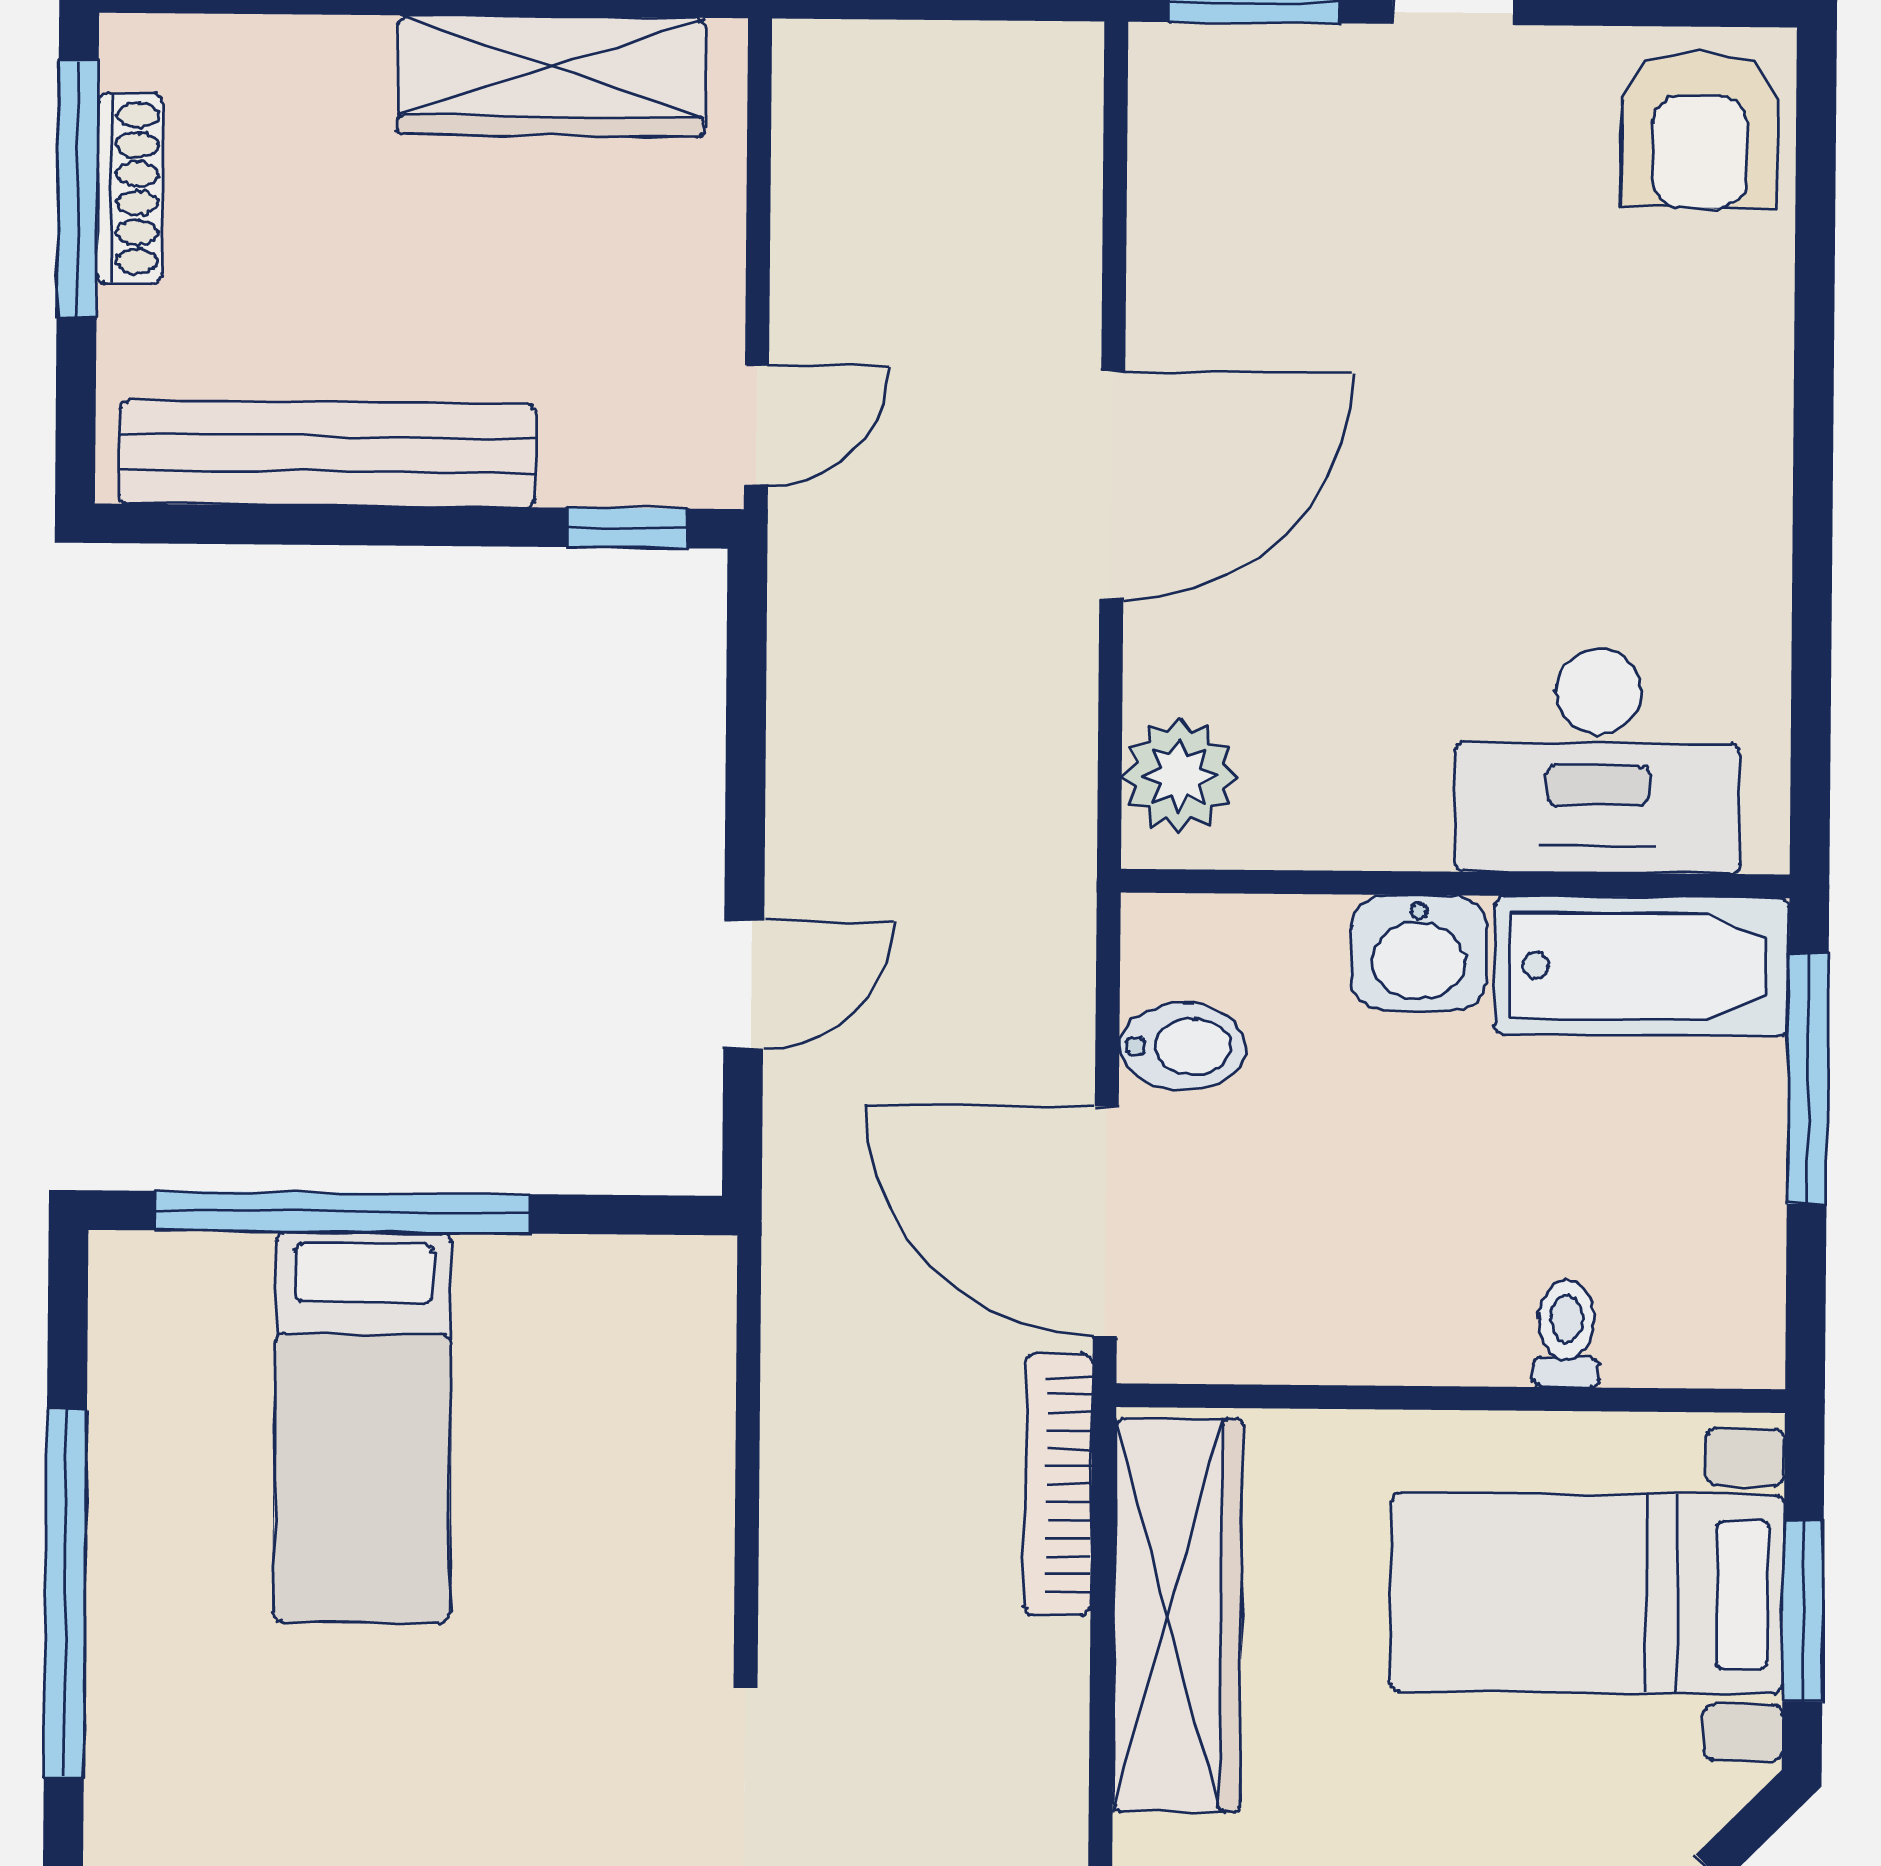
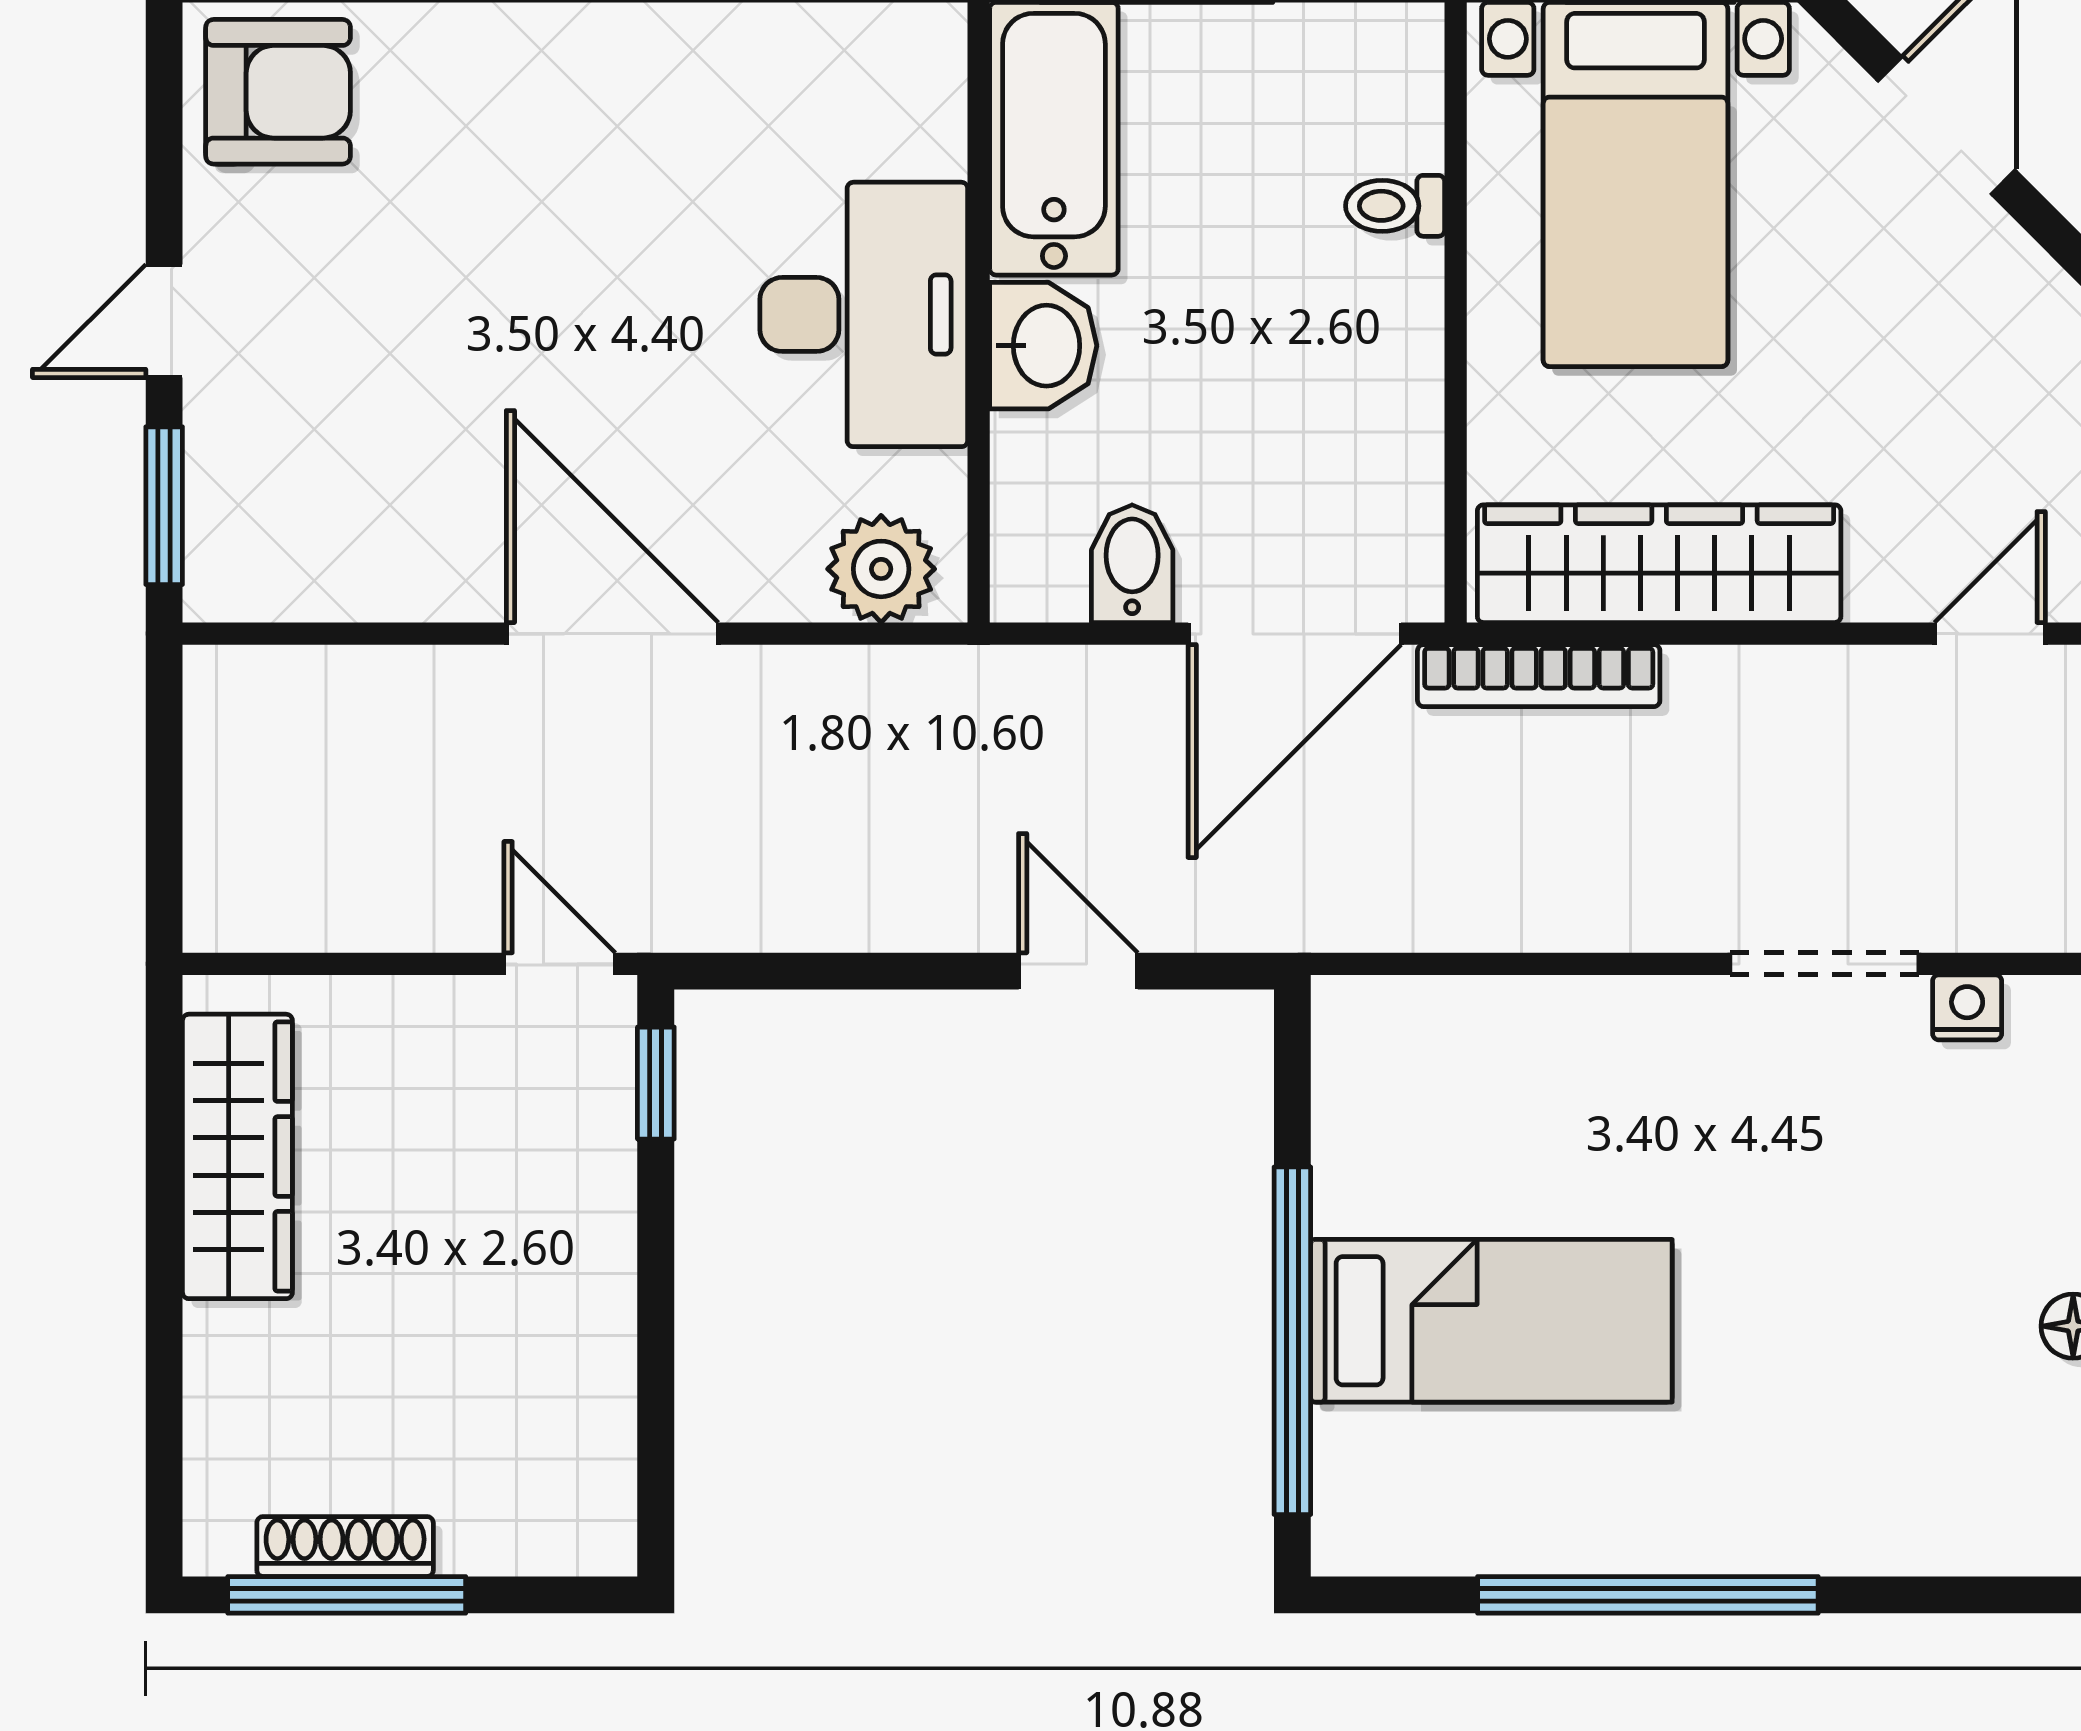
bench: (328, 454) -> (589, 1361), removed
desk: (1598, 761) -> (864, 314), moved

